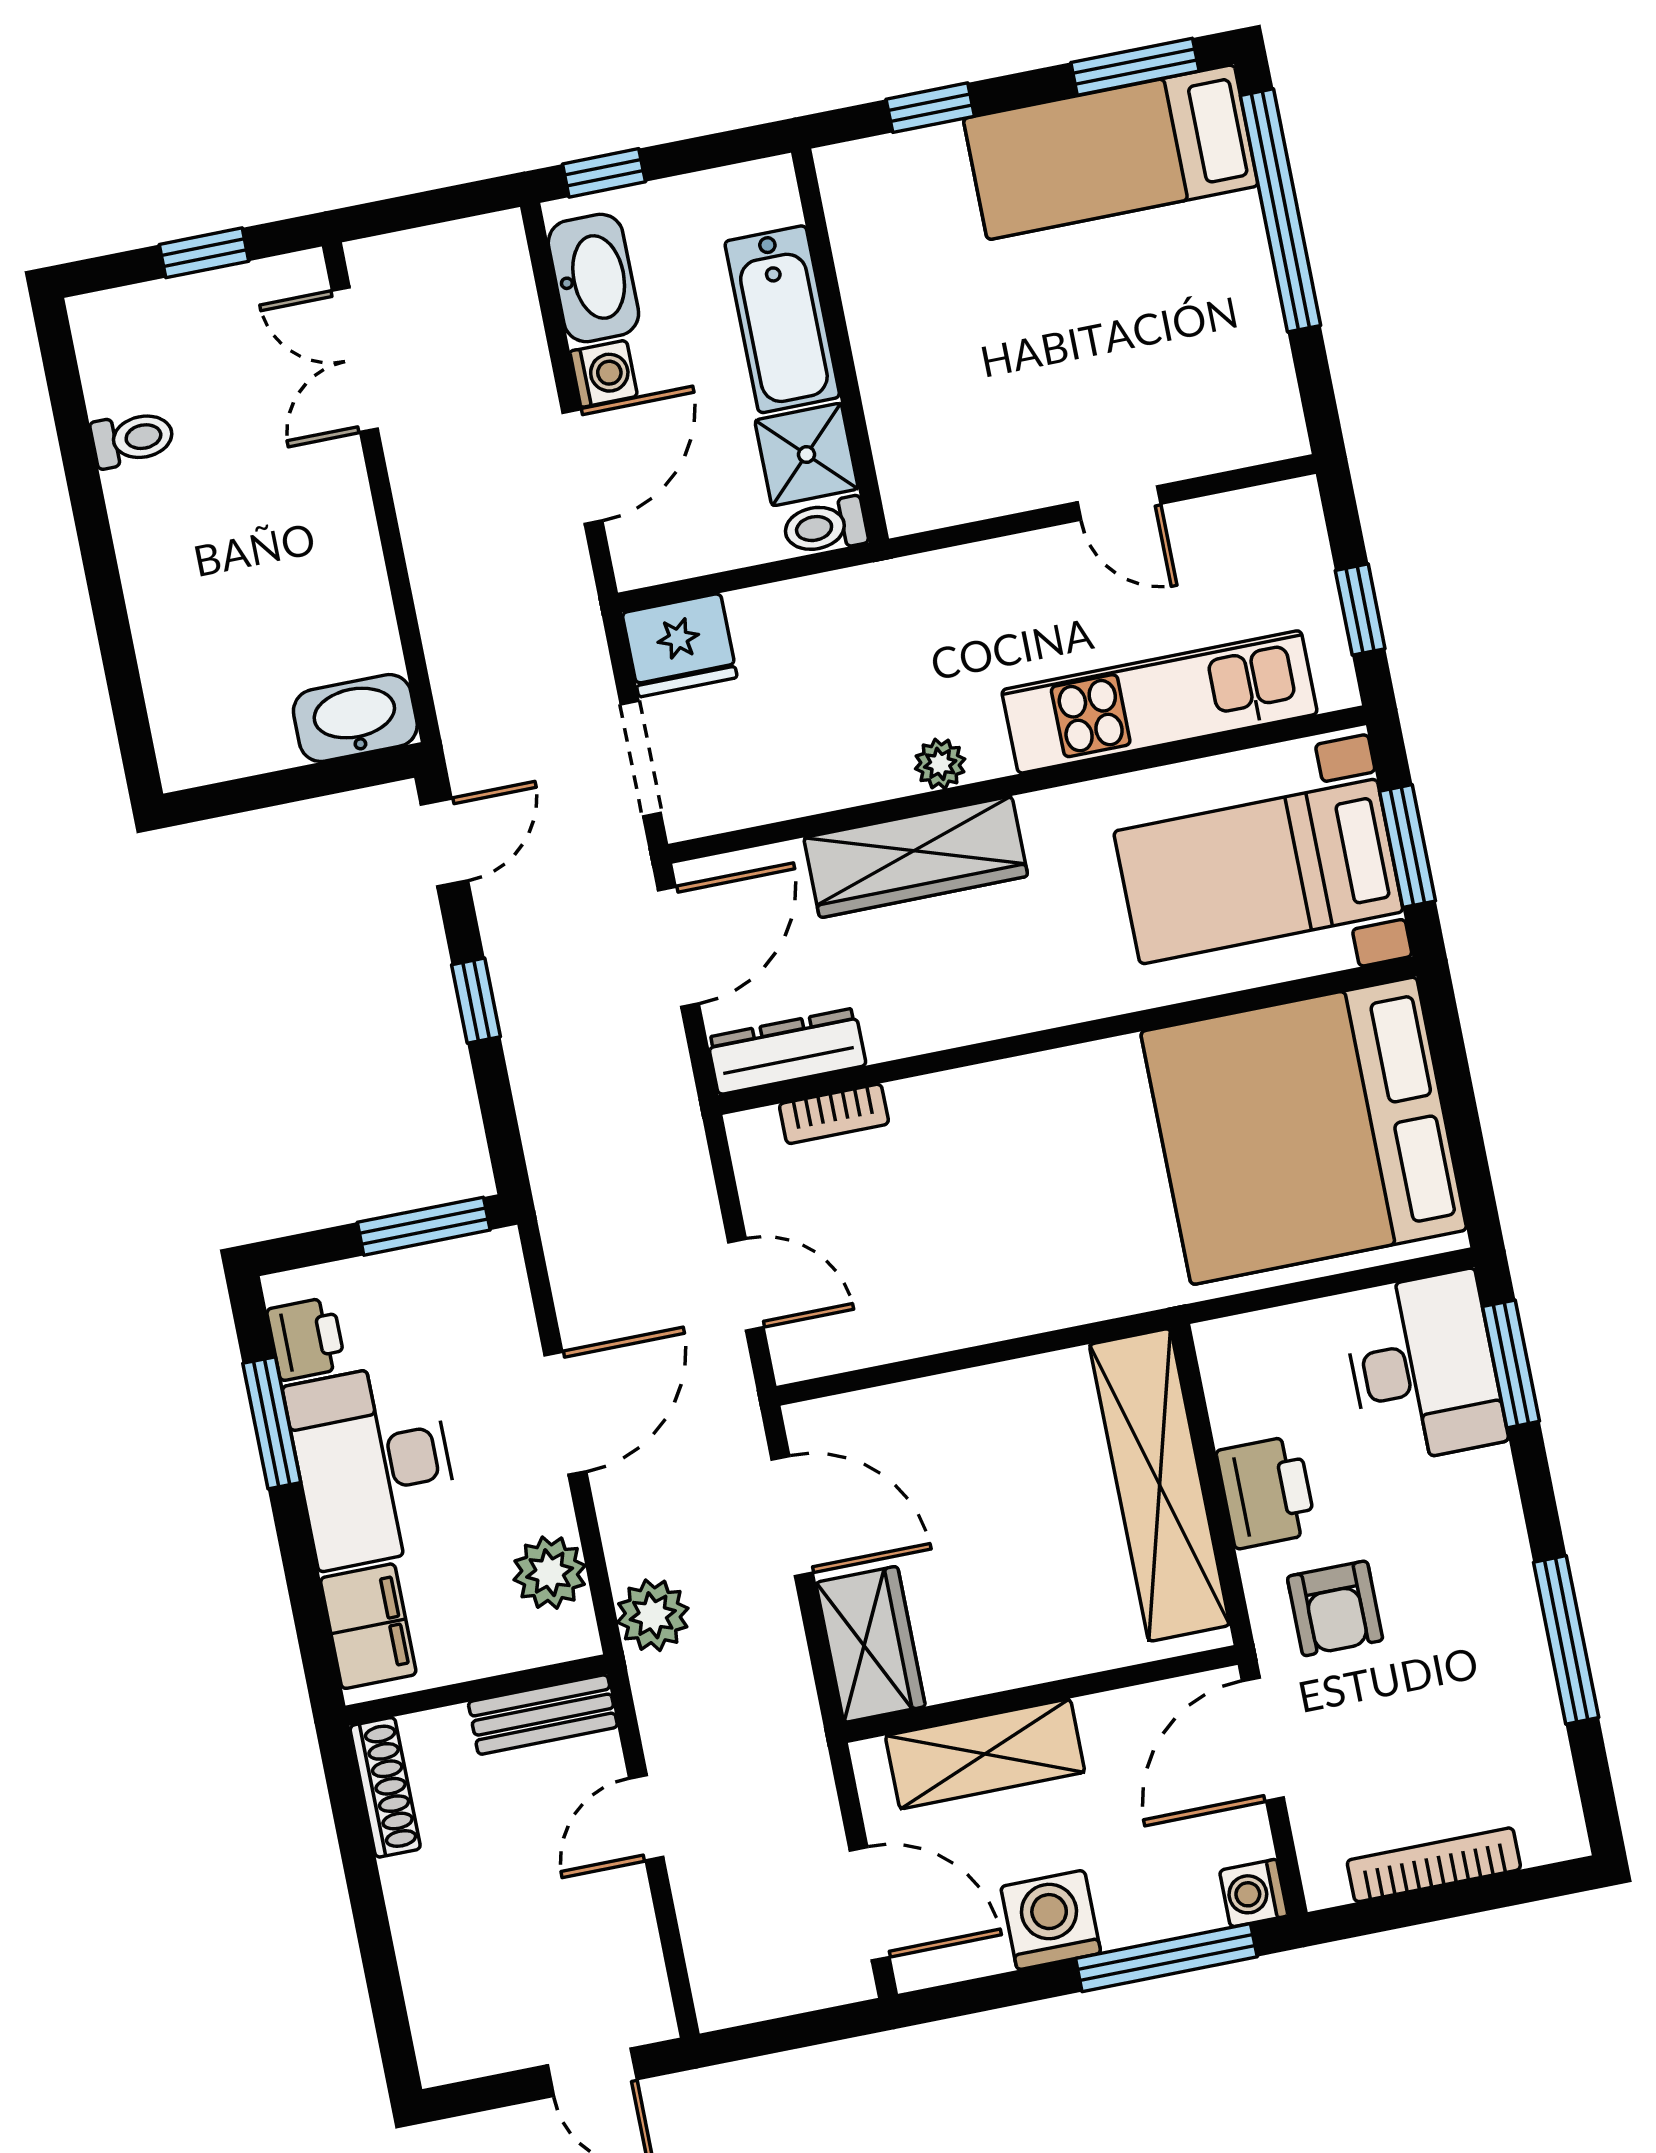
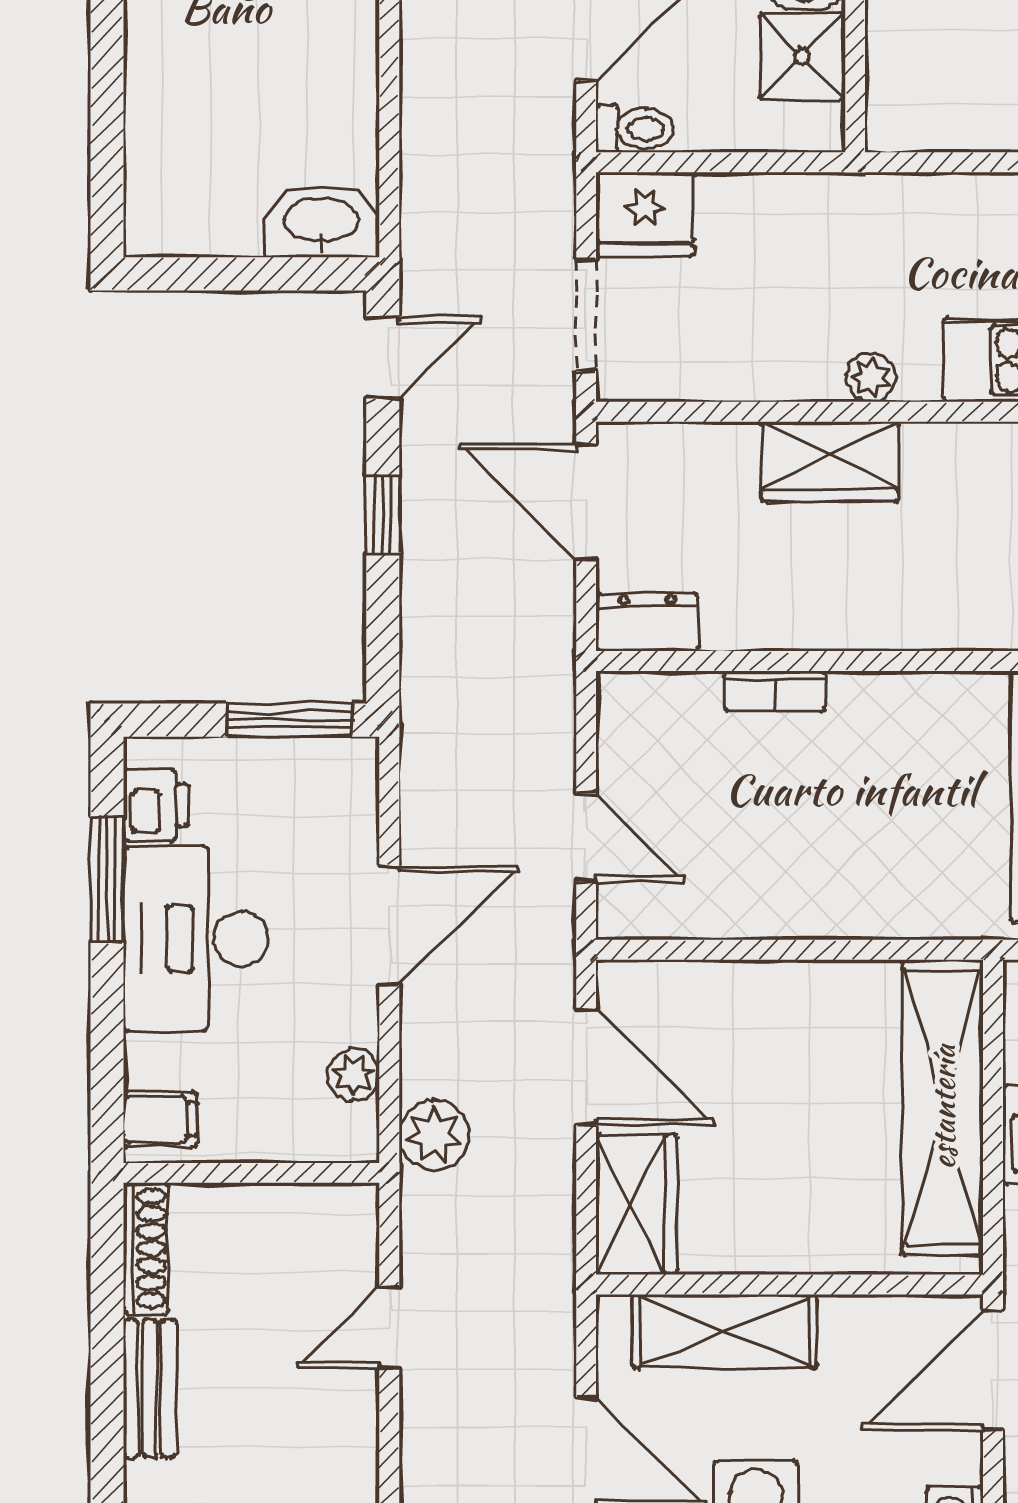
toilet: (825, 526) -> (635, 129), moved, turned 180
wardrobe: (916, 857) -> (830, 462), width x0.67
door: (678, 947) -> (586, 502), swing flipped
dresser: (787, 1051) -> (647, 622), width x0.70
bookcase: (834, 1114) -> (775, 691), moved
plant: (550, 1573) -> (354, 1075), width x0.73, depth x0.73
filing cabinet: (368, 1626) -> (160, 1119), width x0.50
bench: (543, 1715) -> (150, 1389), moved, turned 90

